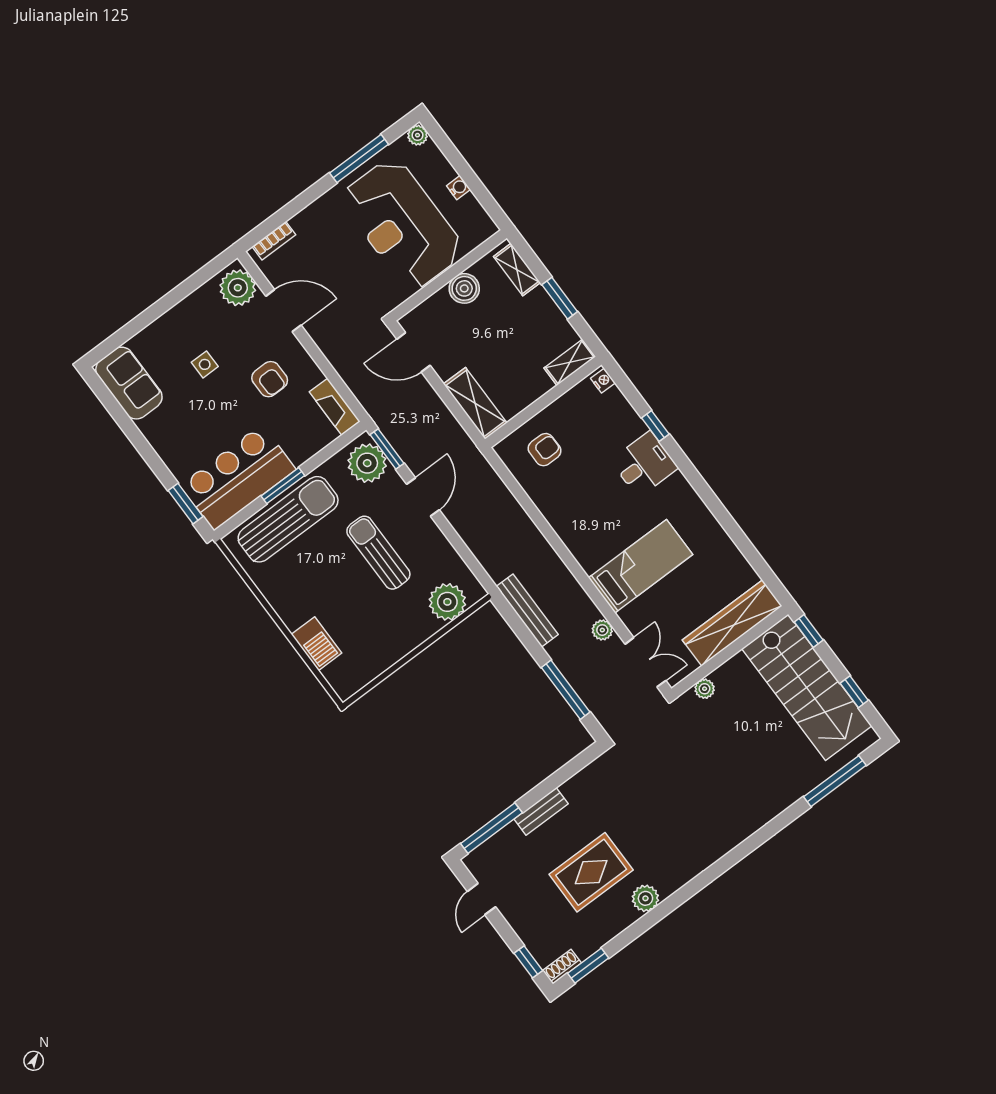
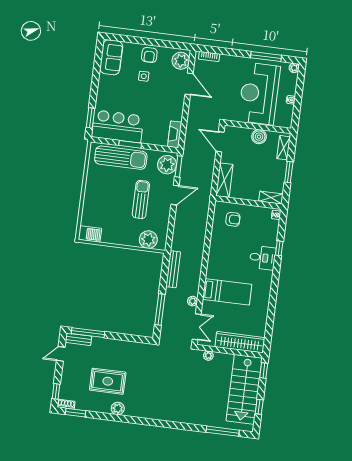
armchair: (270, 379) -> (149, 55), moved
barbecue: (317, 644) -> (90, 234), moved, turned -90
bench: (541, 811) -> (78, 339), moved

